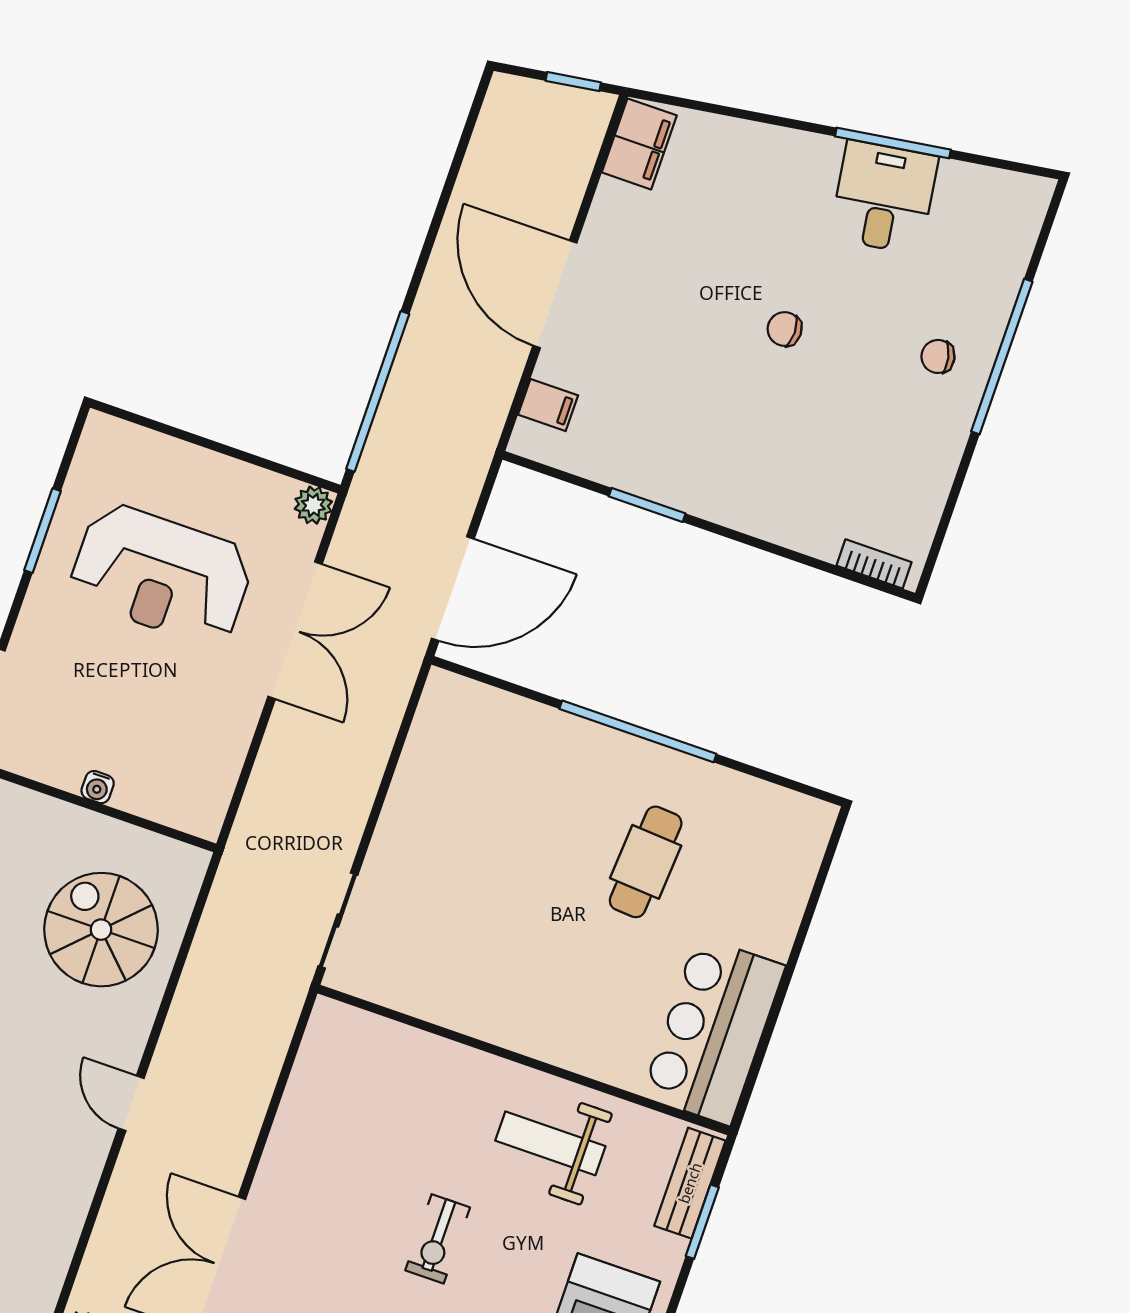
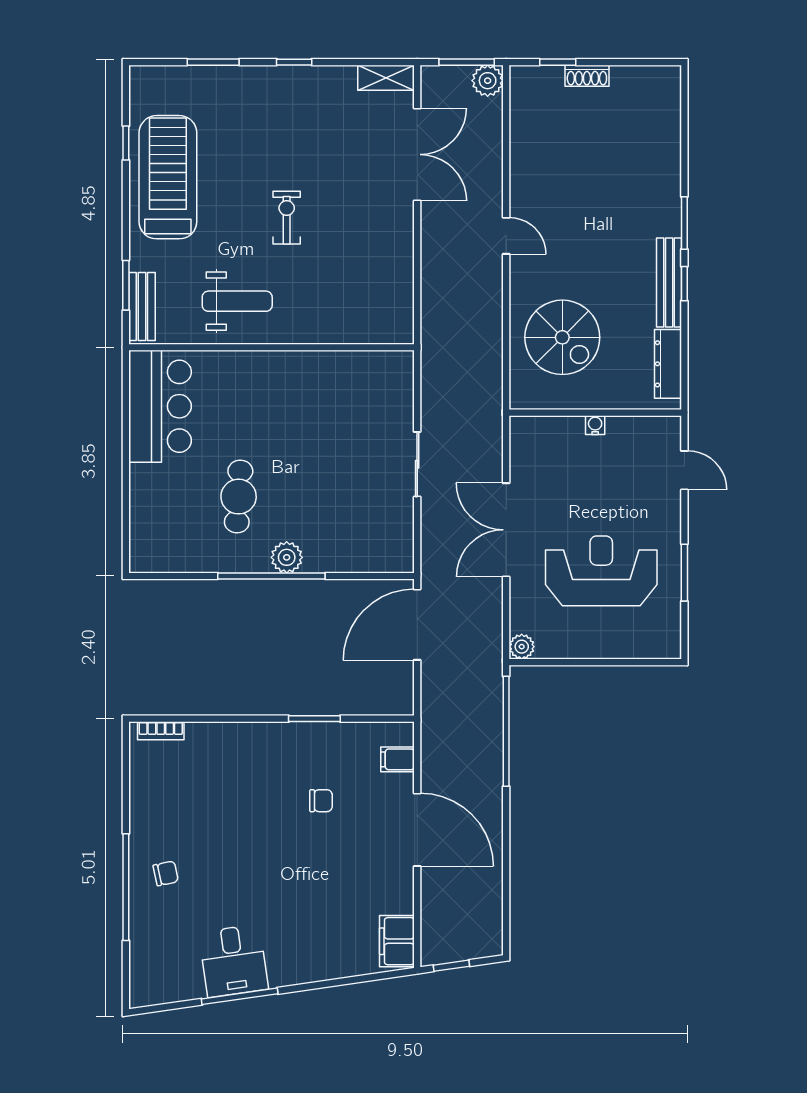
chair: (785, 329) -> (321, 801), moved
double door: (295, 630) -> (506, 530), moved
plant: (607, 750) -> (287, 557), added
sliding door: (338, 920) -> (417, 464), moved

